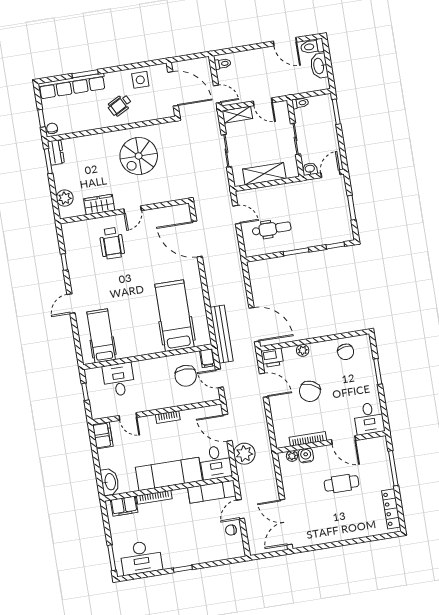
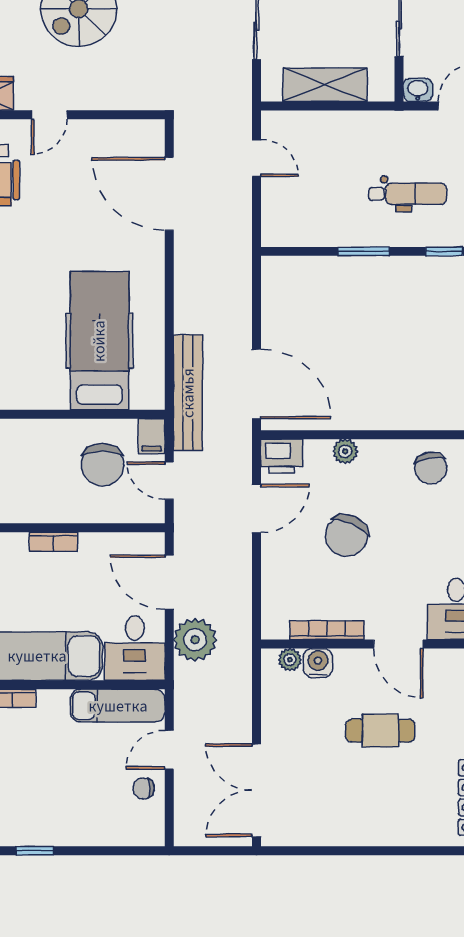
dental chair: (272, 229) -> (407, 194), moved
door: (264, 385) -> (256, 508), hinge flipped

